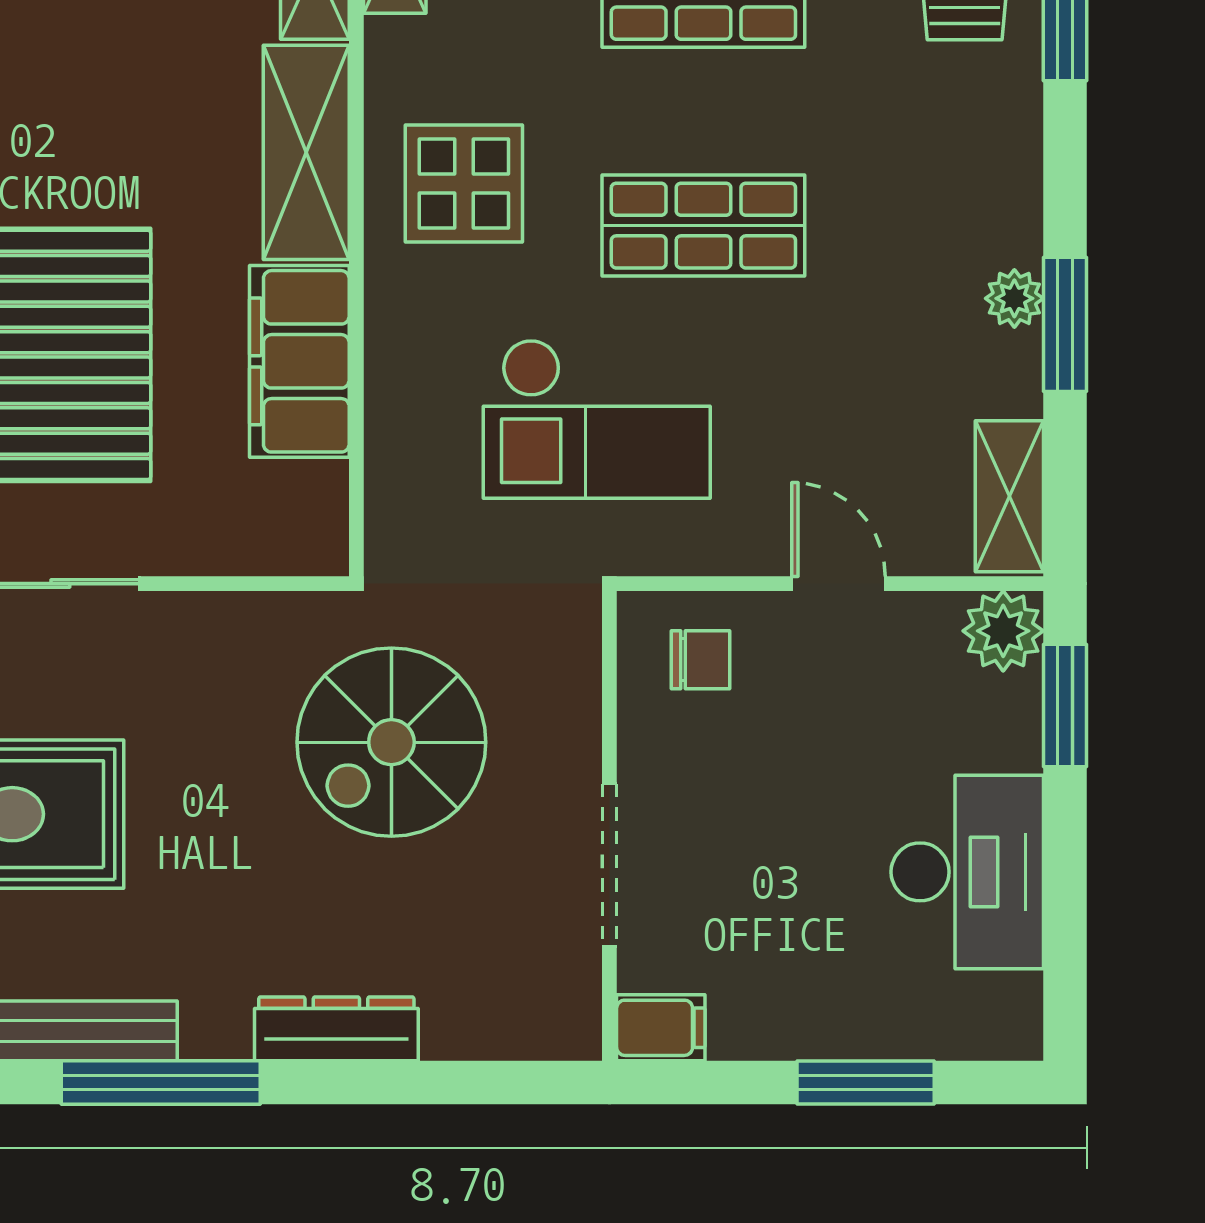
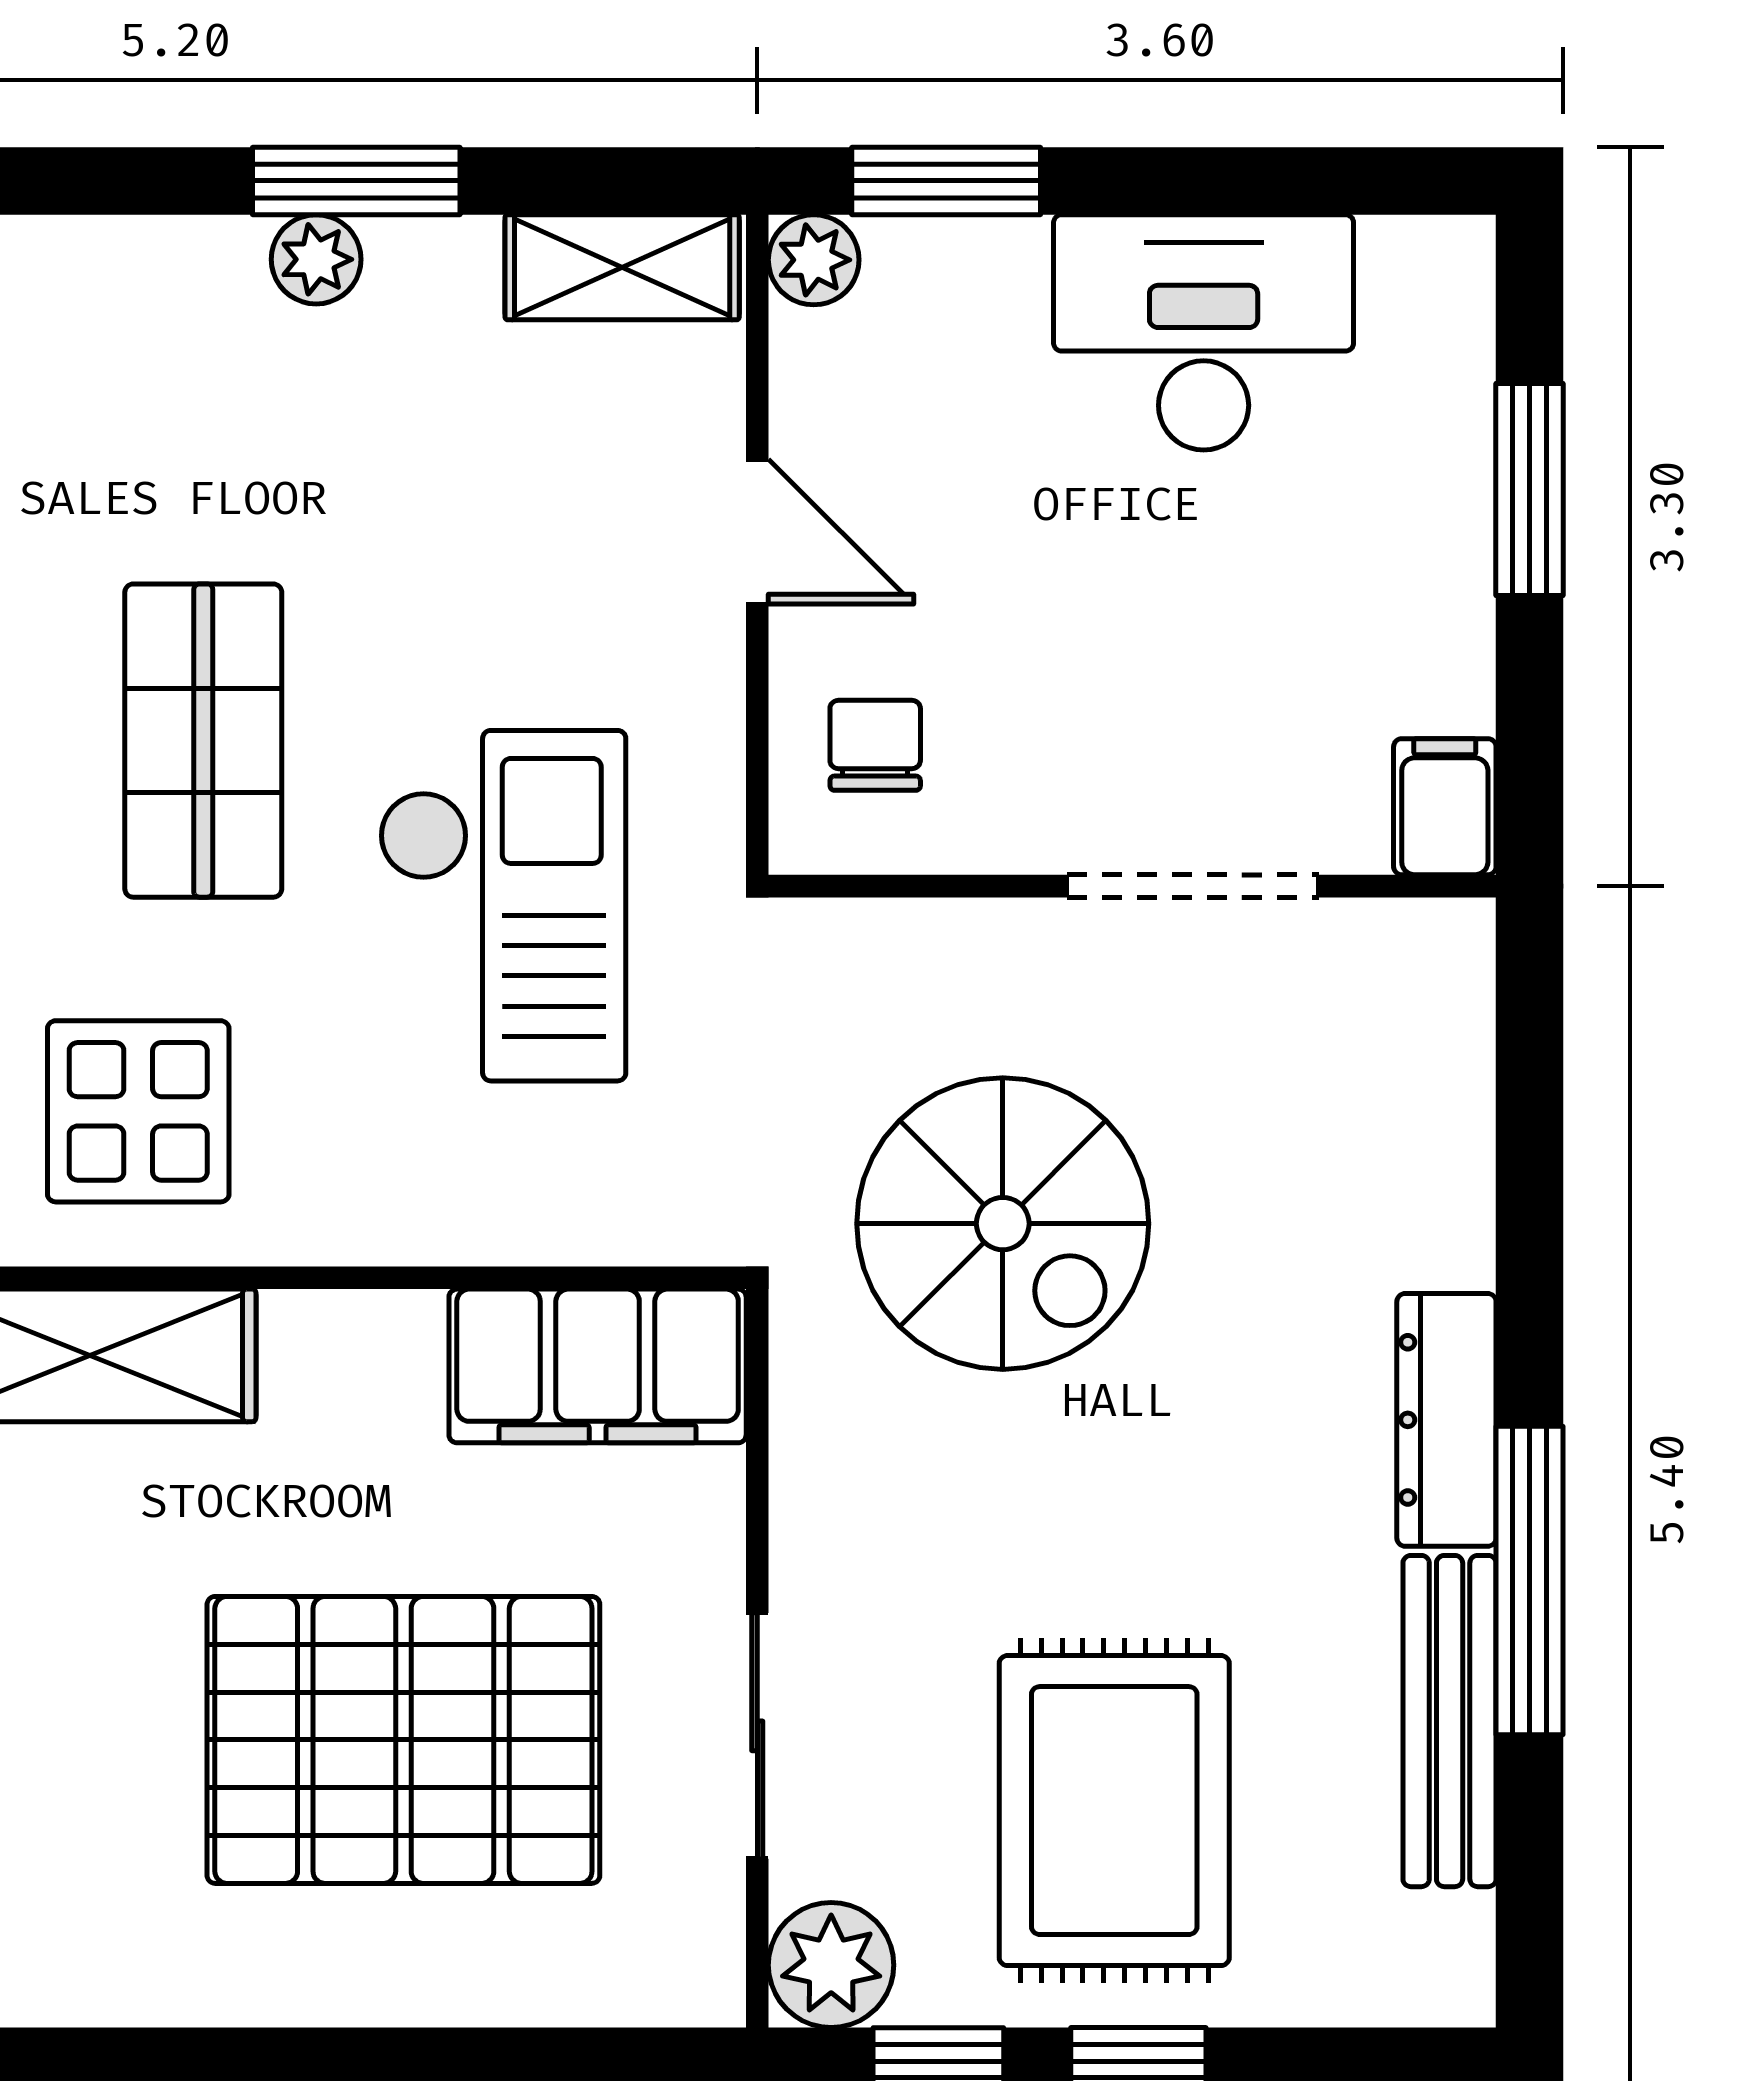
filing cabinet: (299, 361) -> (598, 1366), moved
door: (838, 584) -> (757, 532), swing flipped
plant: (1003, 631) -> (814, 260), width x0.73, depth x0.73
dresser: (336, 1029) -> (1446, 1420), moved

